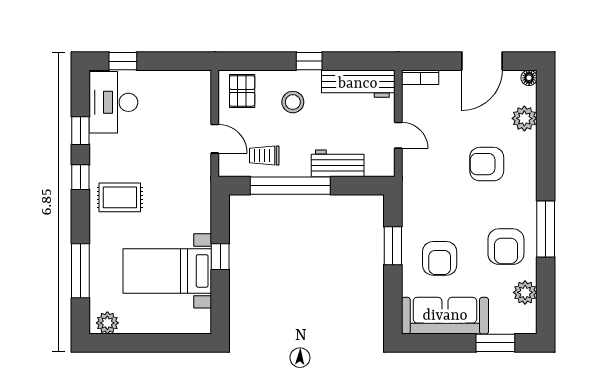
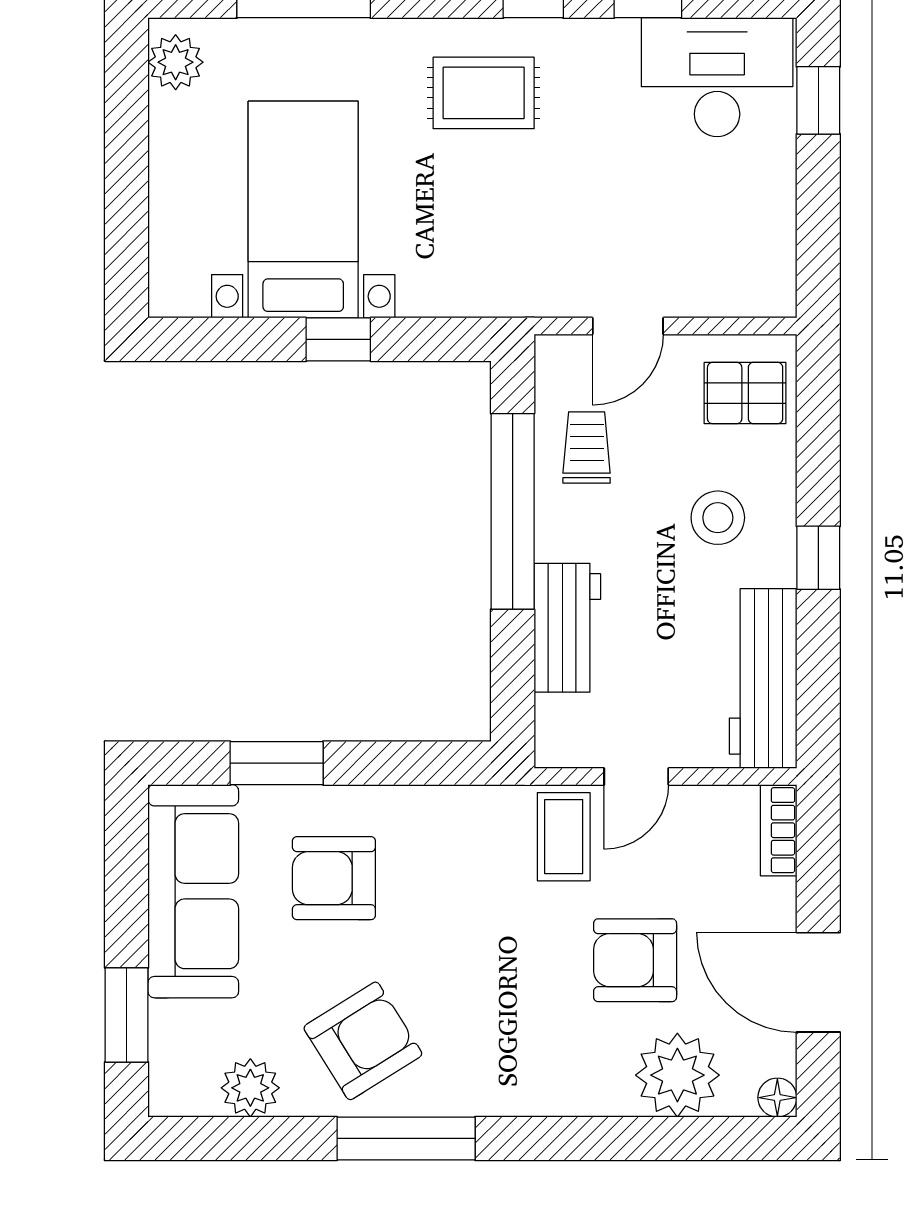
plant: (524, 118) -> (677, 1075), width x1.36, depth x1.36
armchair: (487, 164) -> (635, 960), moved, turned -90
coffee table: (423, 165) -> (564, 837), added
rug: (120, 197) -> (484, 93), turned 90
window: (393, 246) -> (277, 763), moved
armchair: (506, 247) -> (363, 1041), turned 148

